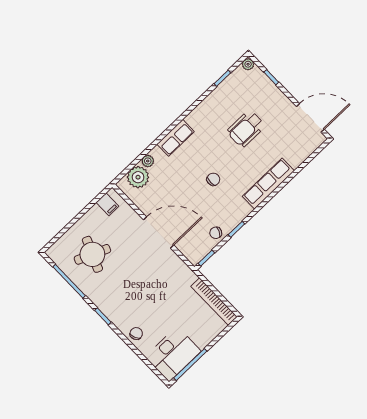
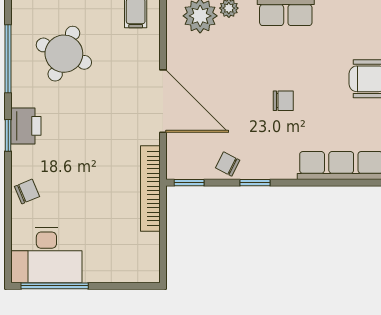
bookcase: (214, 302) -> (150, 188), moved
printer: (107, 304) -> (26, 126), added

